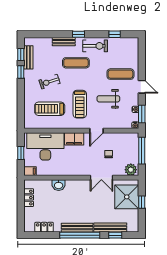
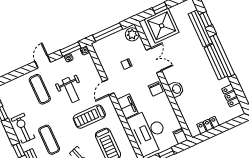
treadmill: (80, 104) -> (89, 117), turned 180
door: (97, 131) -> (108, 87), swing flipped
chair: (78, 169) -> (156, 89), added
washbasin: (59, 185) -> (176, 89), moved

